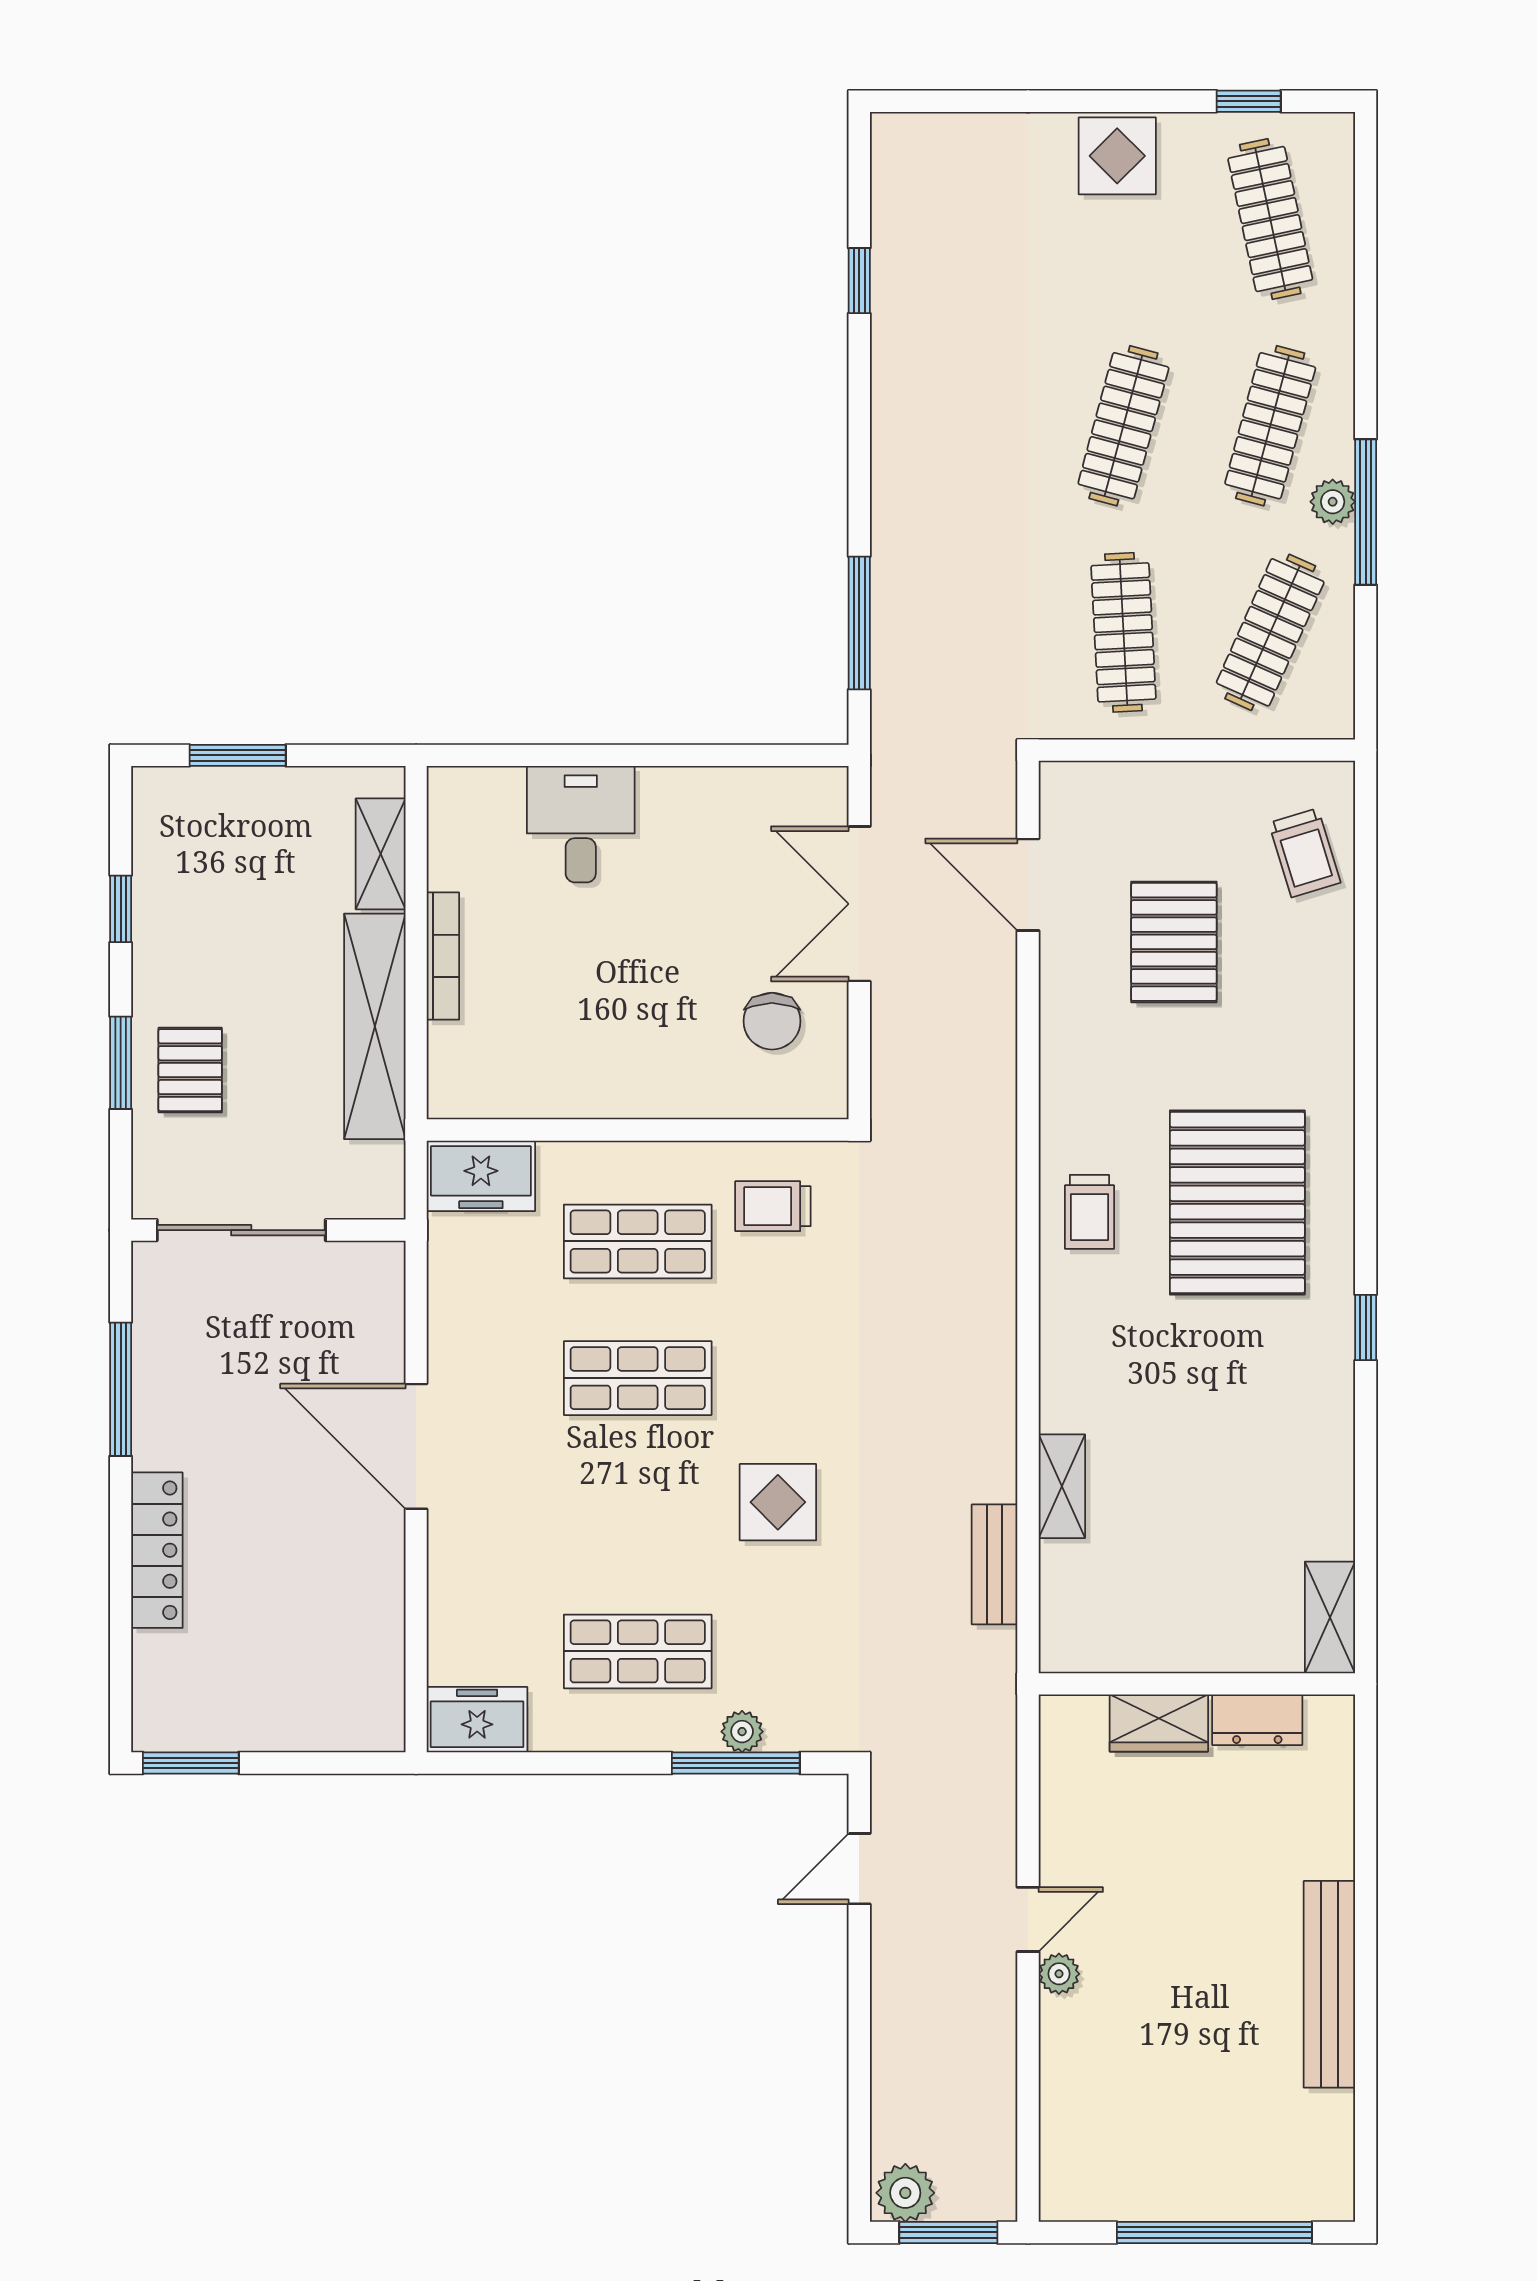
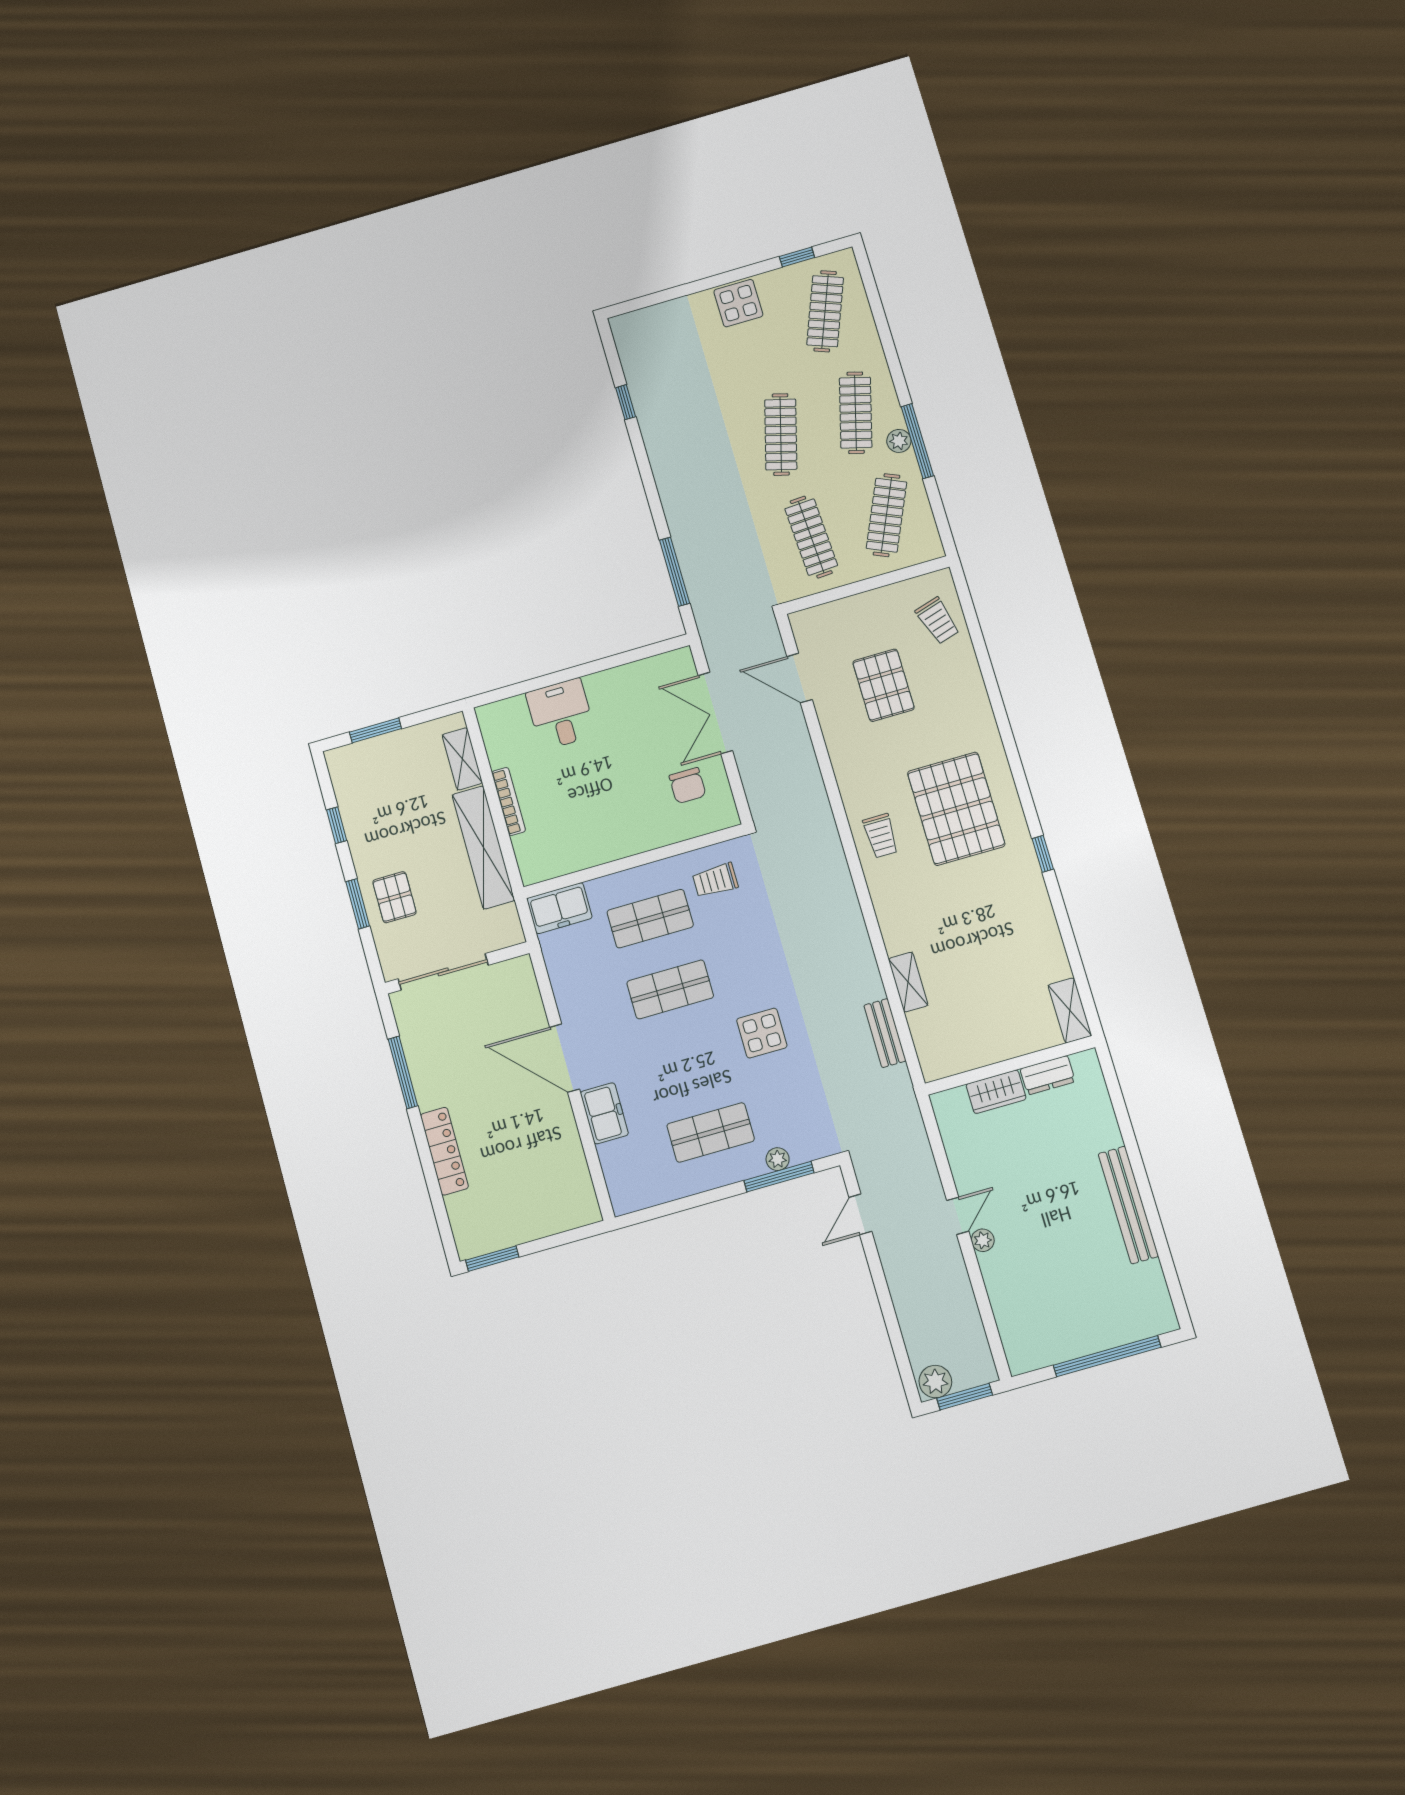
clothes rail: (1270, 219) -> (825, 311), turned 33
freezer: (477, 1720) -> (604, 1113), moved, turned 90

